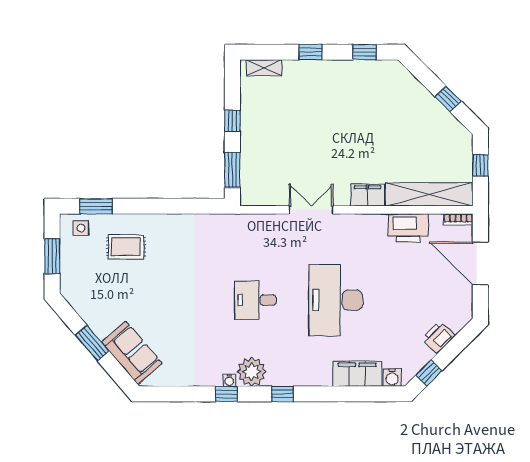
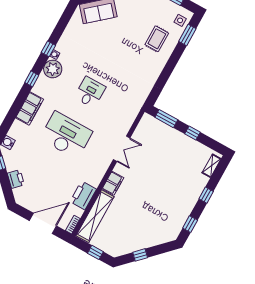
filing cabinet: (357, 374) -> (29, 108), moved

